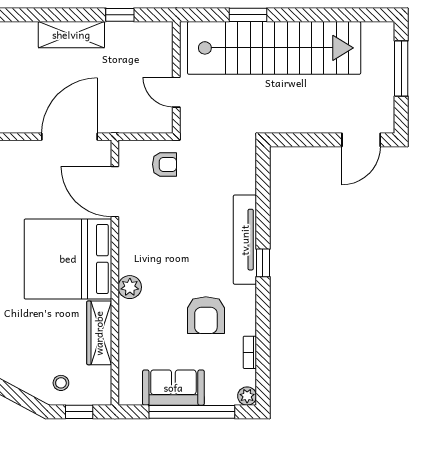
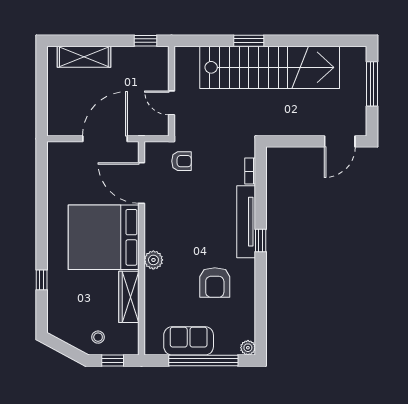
shelving: (71, 35) -> (84, 57), moved
wall: (176, 77) -> (171, 91), moved
door: (176, 92) -> (171, 103), moved
bookcase: (250, 352) -> (250, 171), moved

